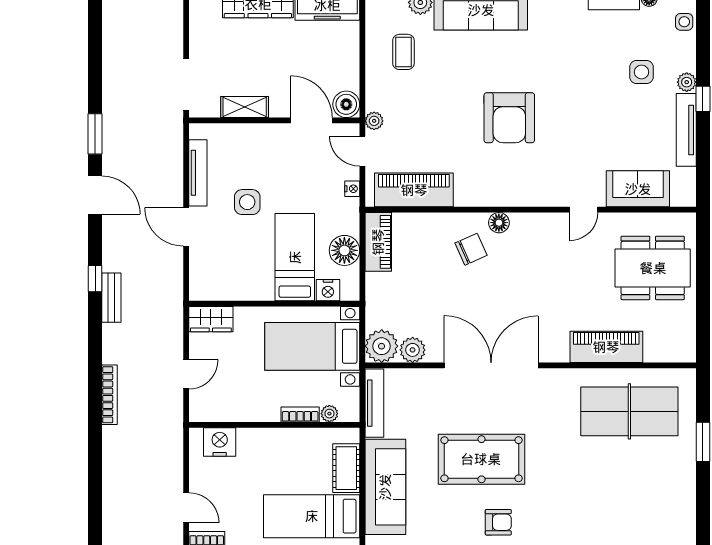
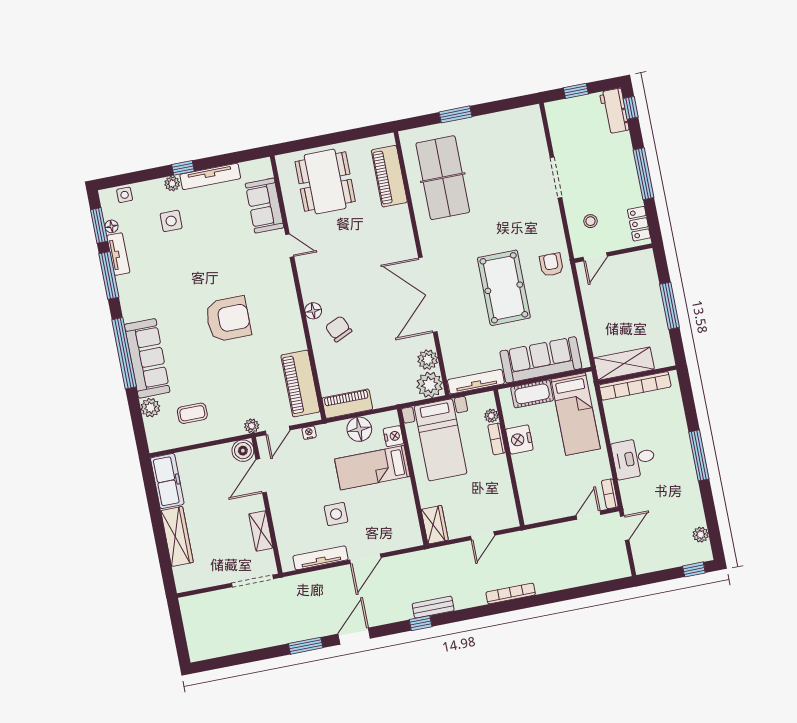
piano: (606, 347) -> (389, 176), moved
door: (186, 374) -> (482, 536), swing flipped
nightstand: (220, 442) -> (519, 439), moved

